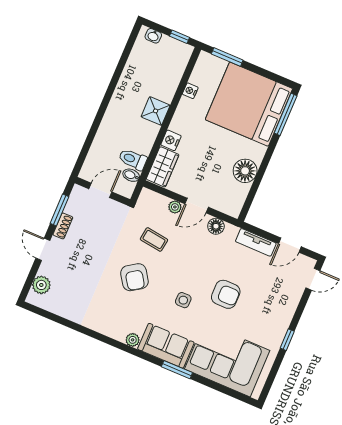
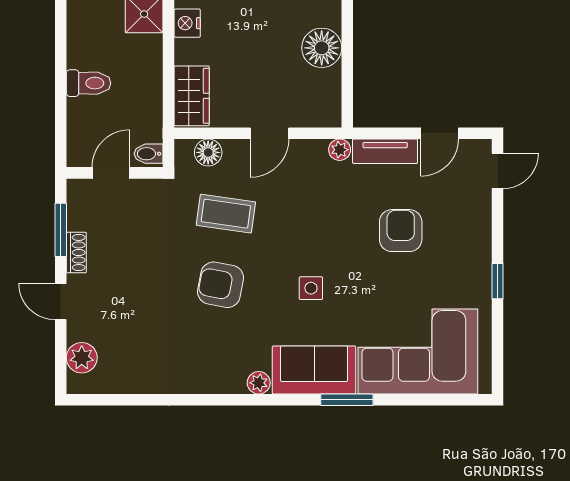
nightstand: (171, 140) -> (187, 23), moved
toilet: (133, 159) -> (89, 83), moved, turned 180
bidet: (131, 175) -> (148, 154), moved
plant: (175, 207) -> (340, 150), moved
floor lamp: (216, 226) -> (208, 152), moved
coffee table: (154, 239) -> (226, 214), width x1.36, depth x1.30
armchair: (134, 277) -> (221, 285), turned 135
armchair: (226, 294) -> (401, 231), moved, turned -90

